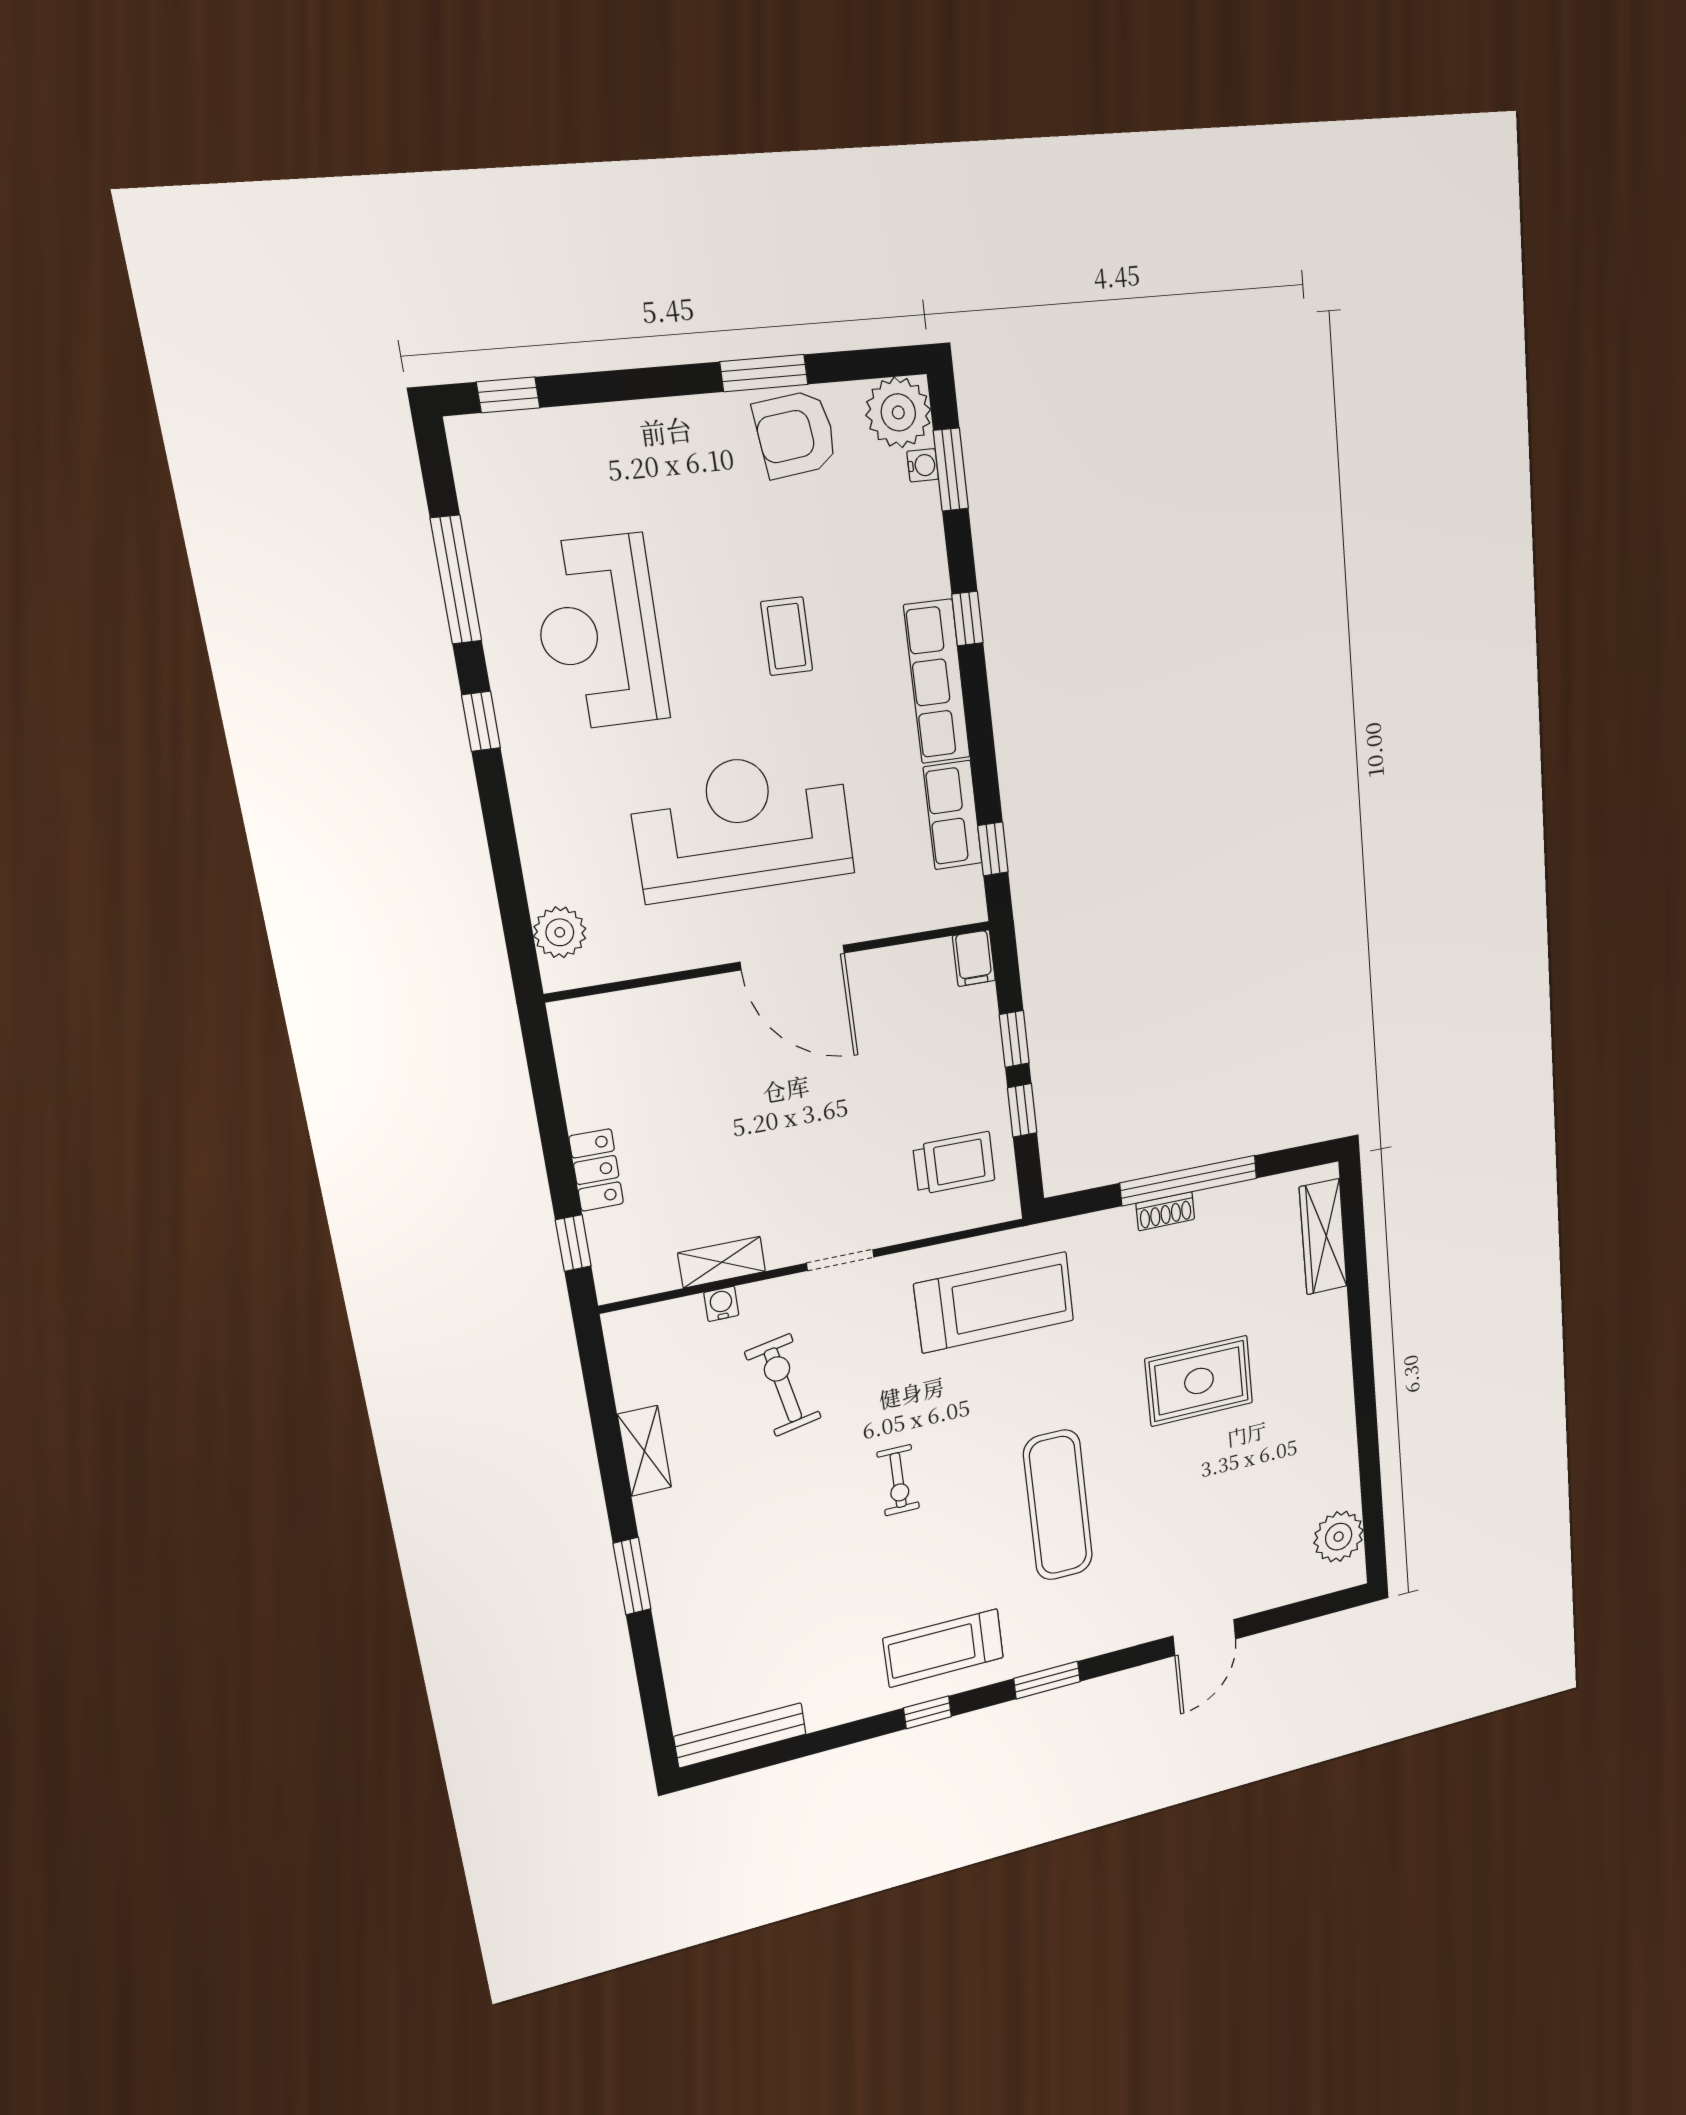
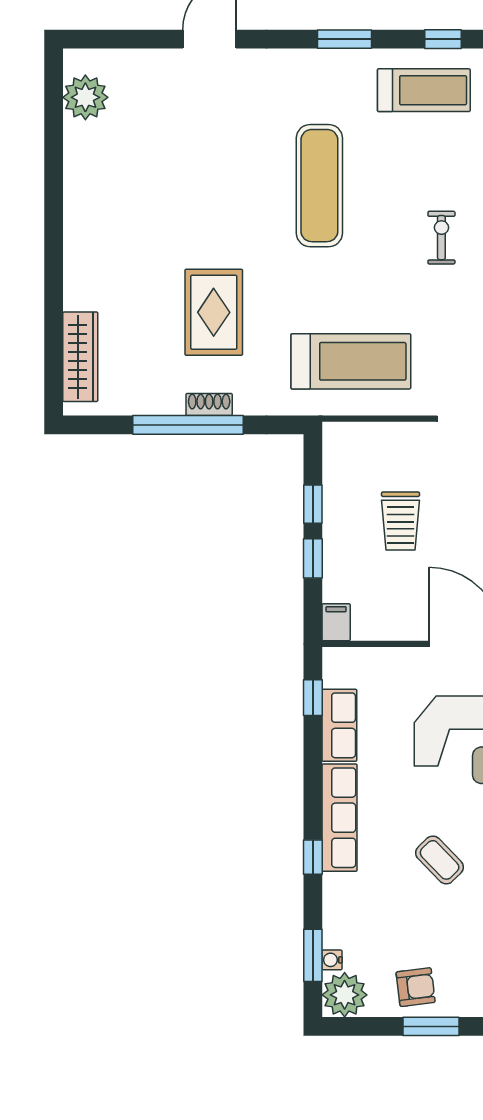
armchair: (796, 434) -> (416, 987), width x0.72, depth x0.72
coffee table: (787, 636) -> (440, 860), turned -44
trolley: (954, 1163) -> (401, 521), moved, turned -90
treadmill: (994, 1302) -> (351, 361), turned 180
rug: (1199, 1381) -> (214, 312), moved, turned 90

